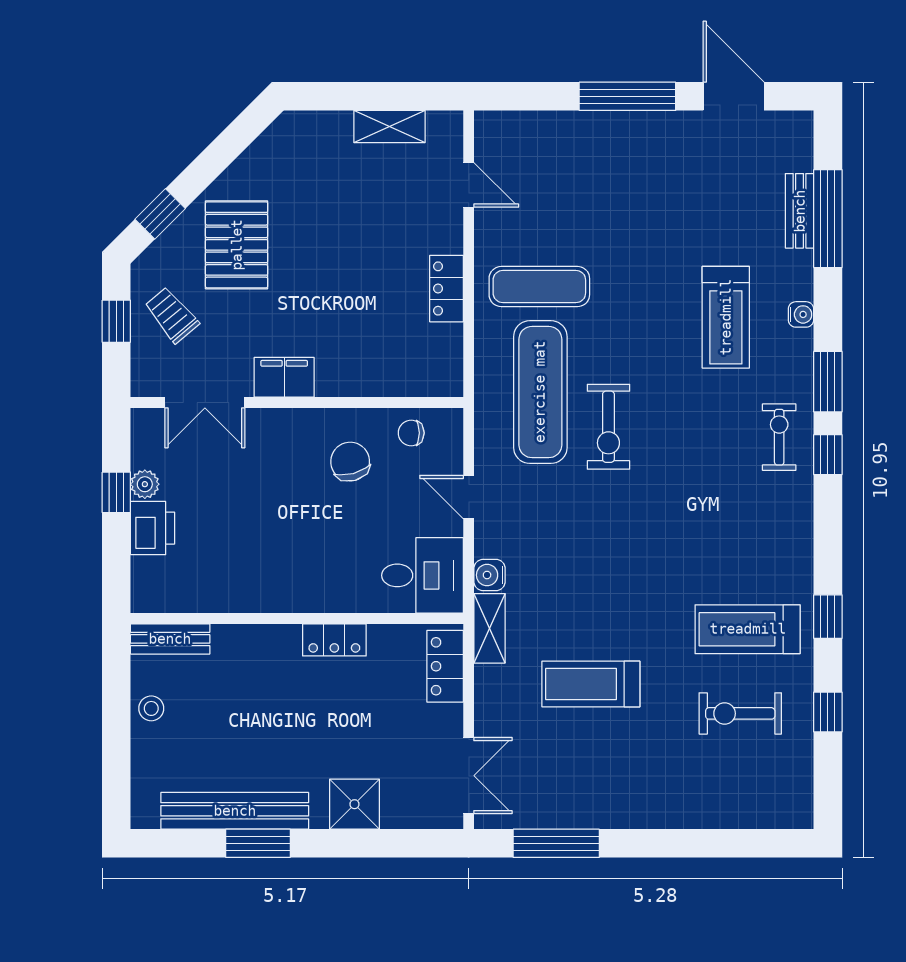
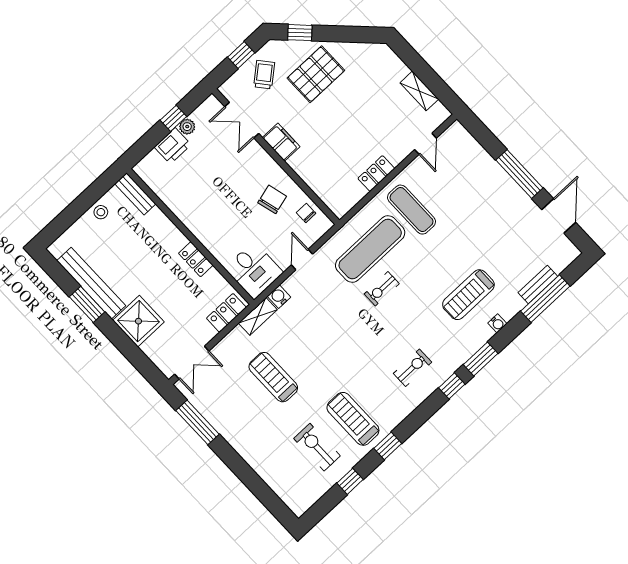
exercise bike: (608, 427) -> (382, 289), width x0.73, depth x0.72
exercise bike: (779, 437) -> (412, 368), moved
shower: (354, 804) -> (138, 321), width x1.36, depth x1.36

